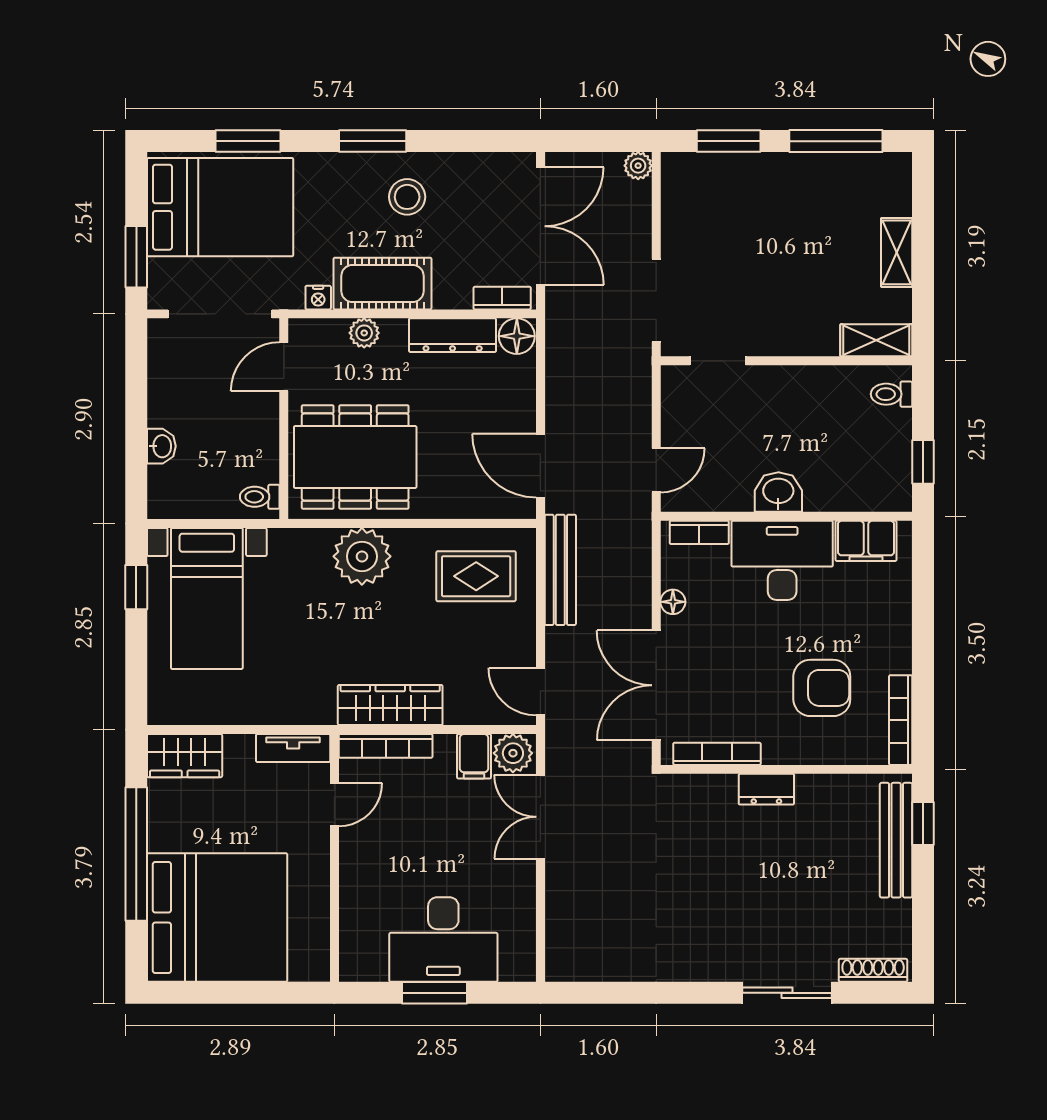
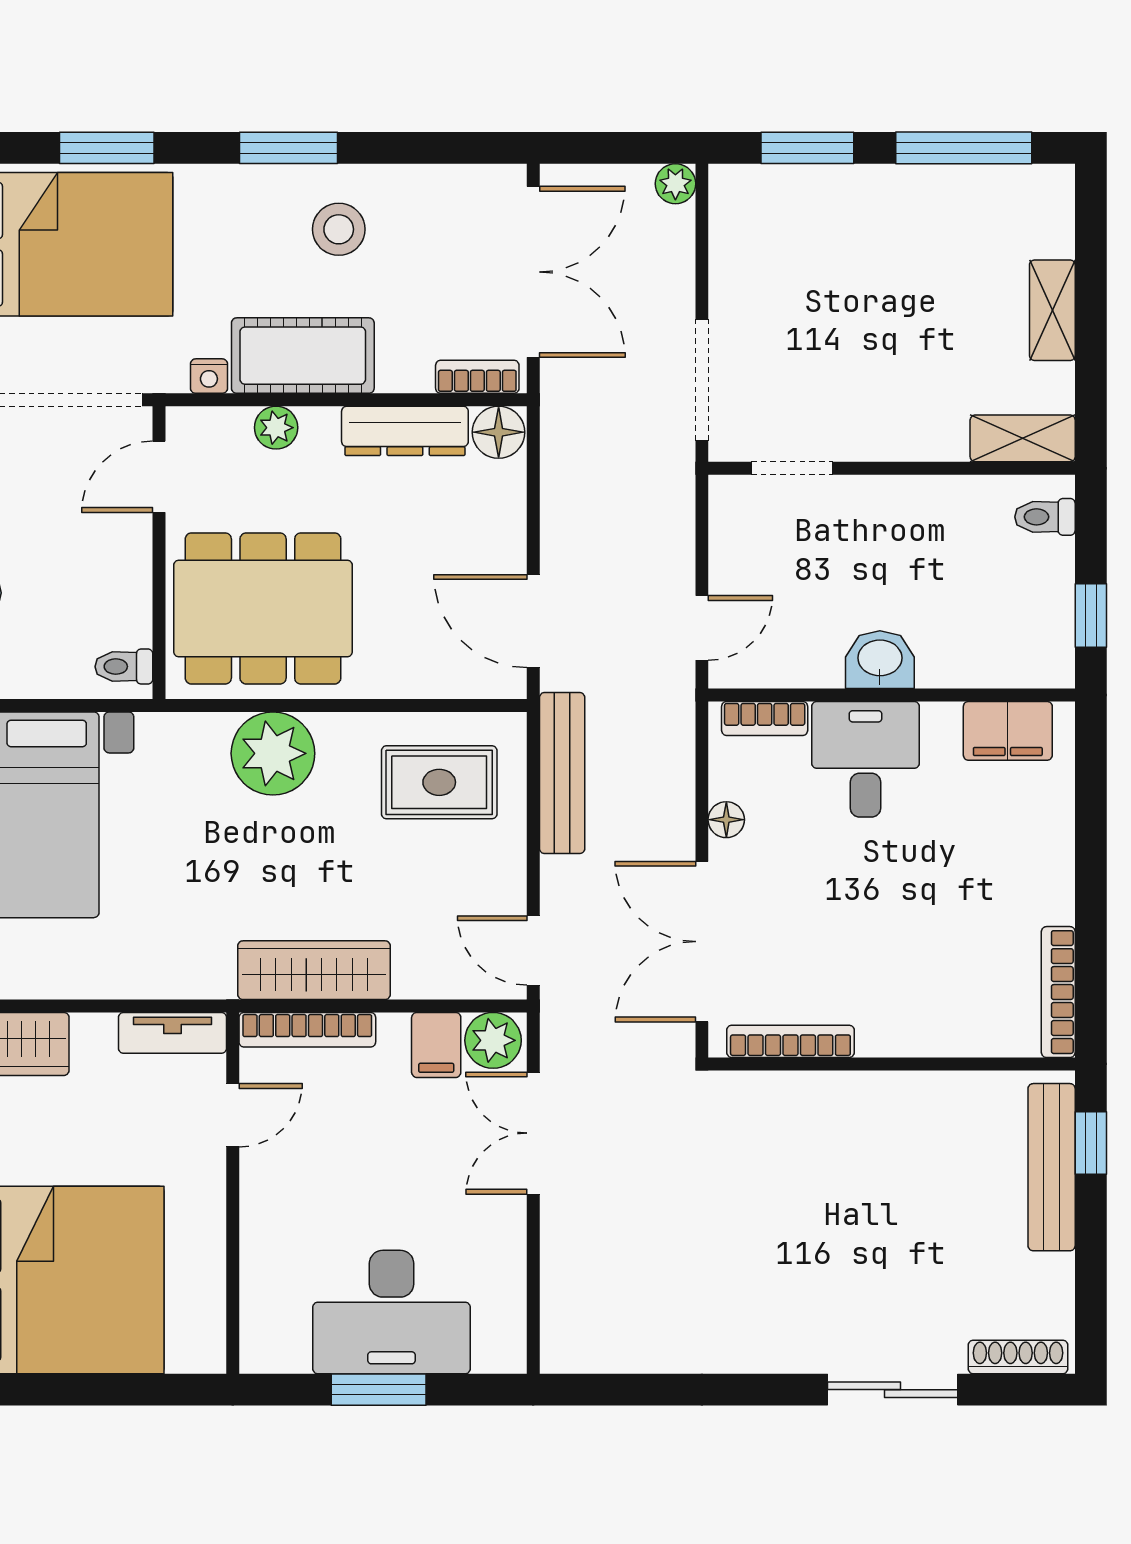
desk: (782, 560) -> (865, 759), width x0.73
armchair: (822, 688) -> (943, 945), removed
dresser: (766, 789) -> (863, 1093), removed

